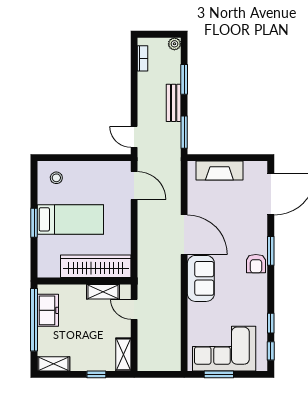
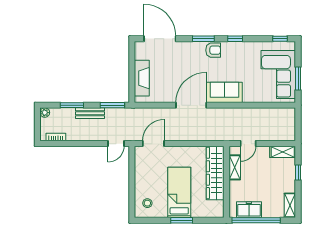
window: (271, 323) -> (235, 39), moved

